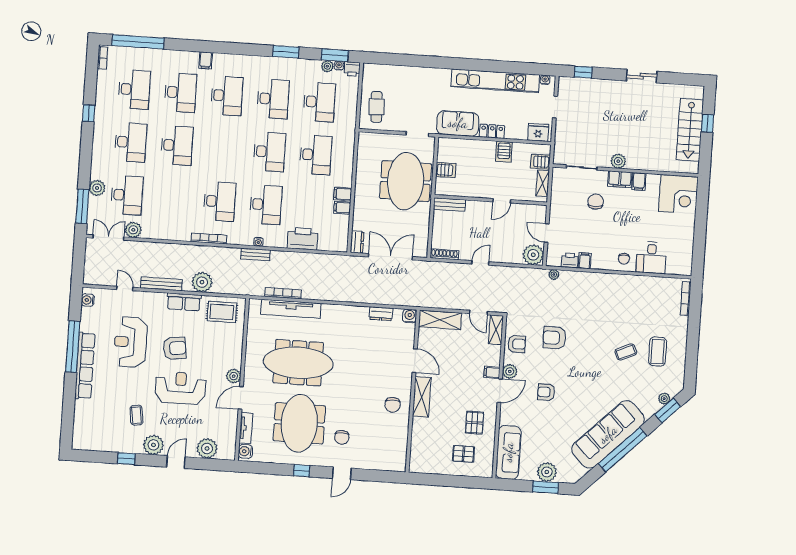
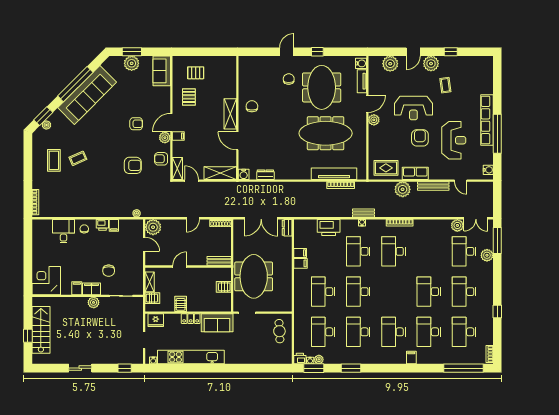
printer: (570, 260) -> (102, 225), moved
armchair: (175, 348) -> (420, 138), turned 98
sofa: (508, 452) -> (162, 71), width x0.73

